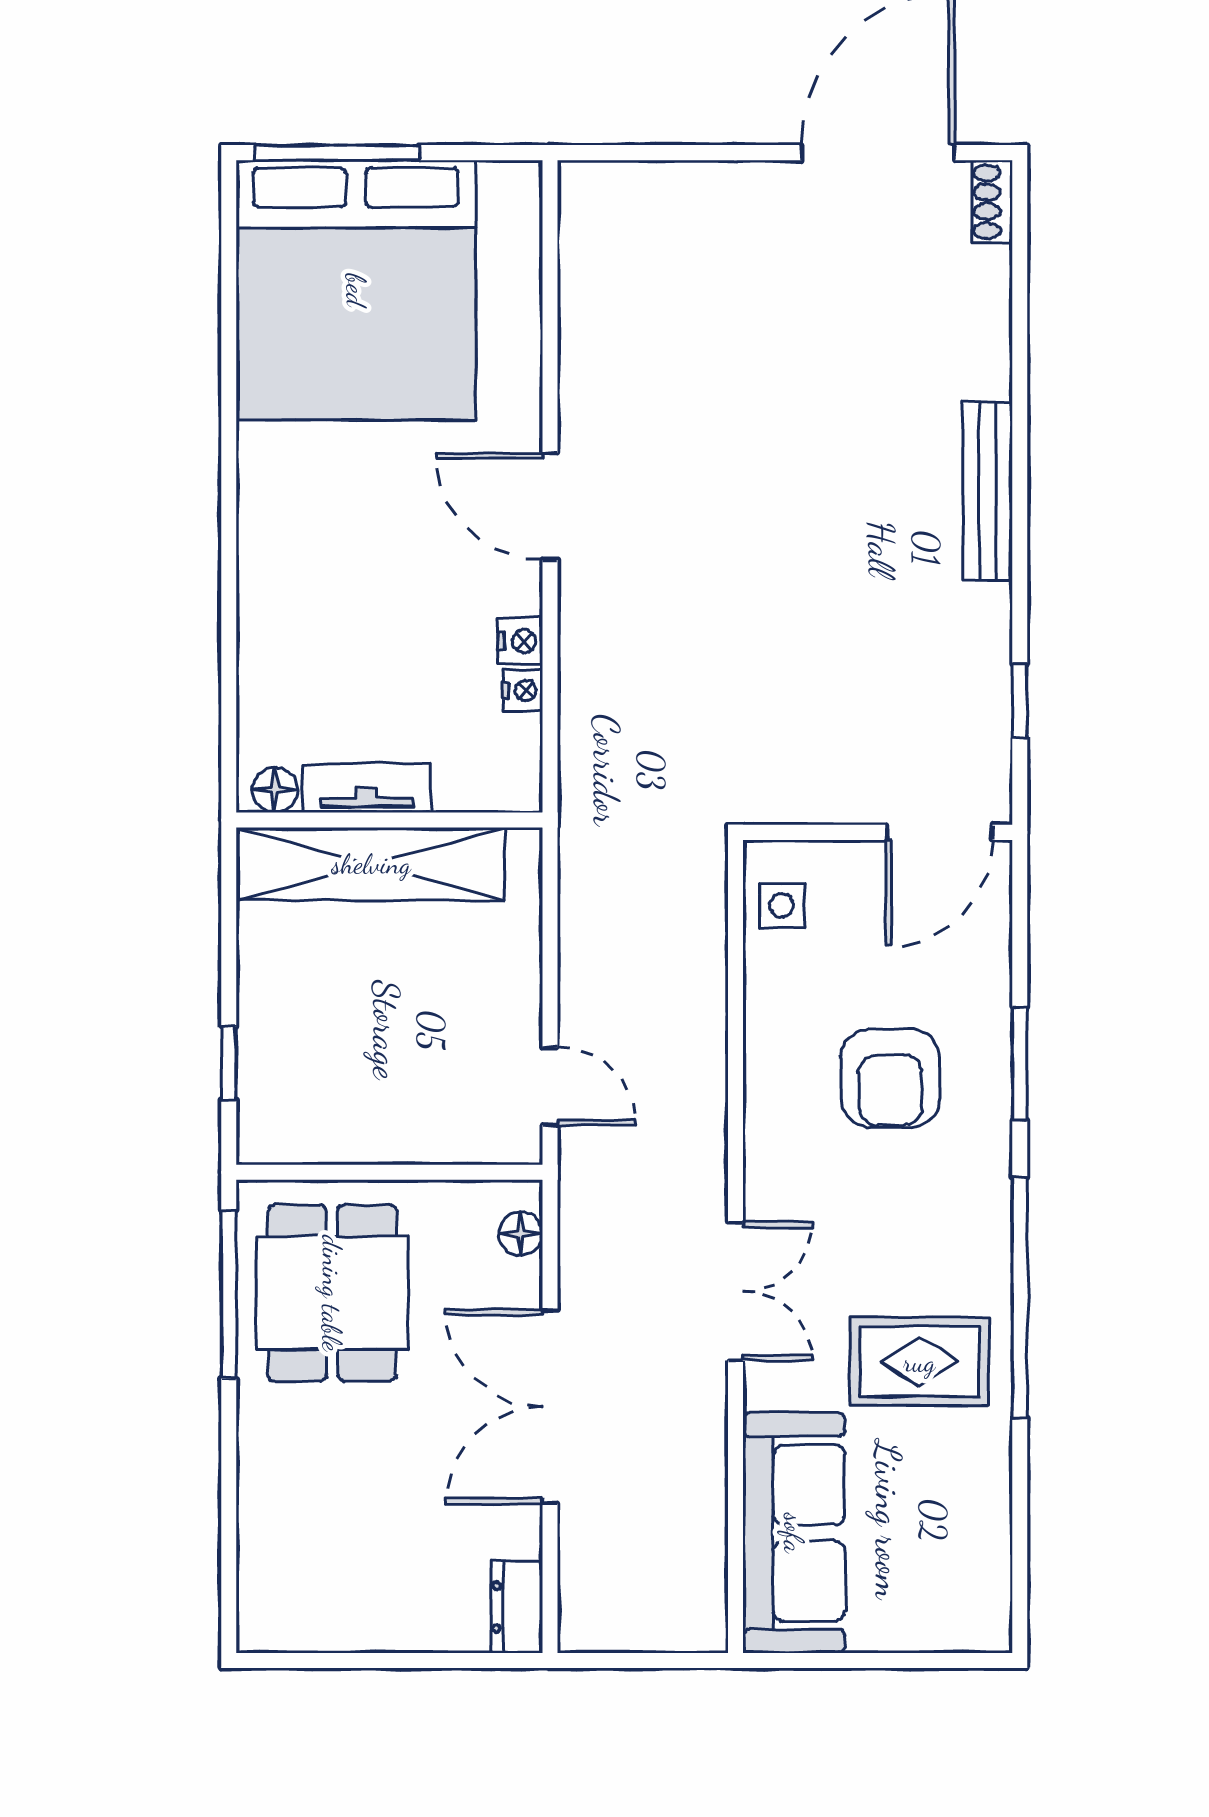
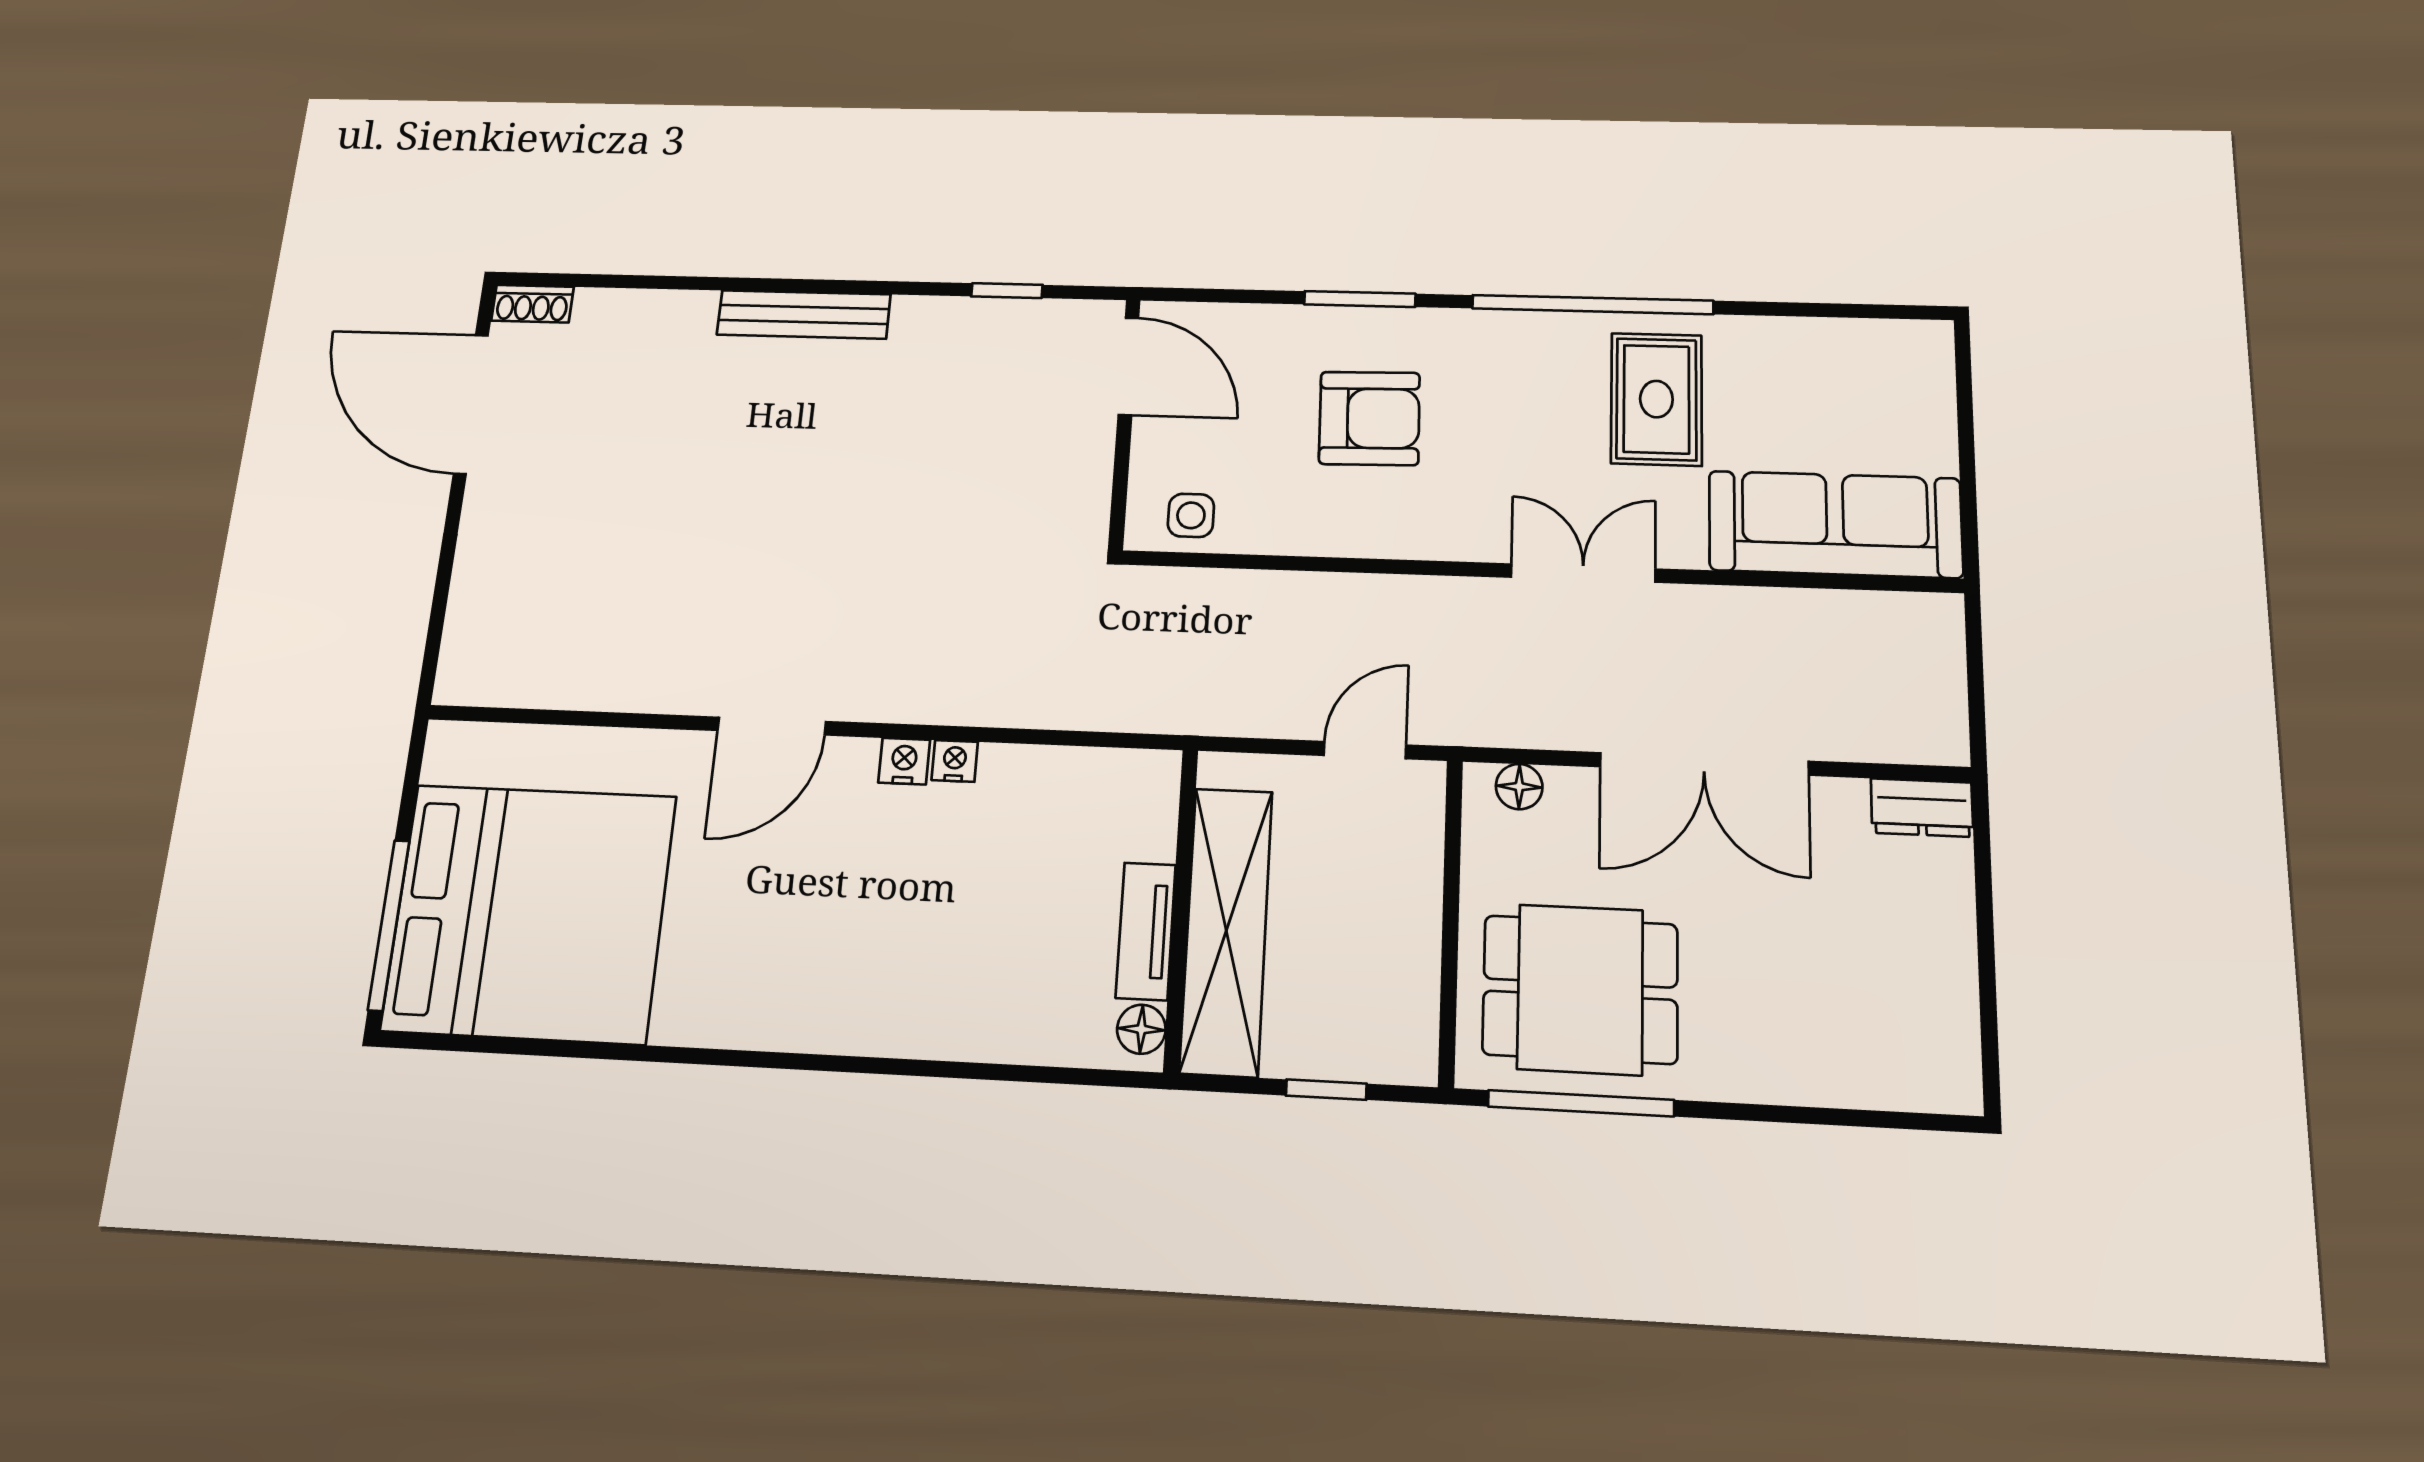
tv unit: (367, 788) -> (1146, 931), moved
floor lamp: (275, 790) -> (1141, 1029), moved
wall: (389, 820) -> (1181, 909), moved
shelving: (371, 864) -> (1226, 931), moved

